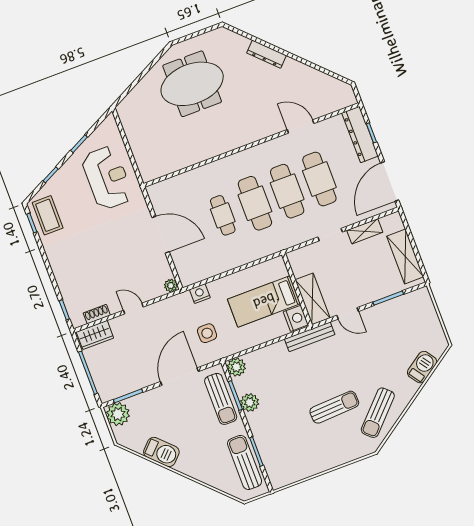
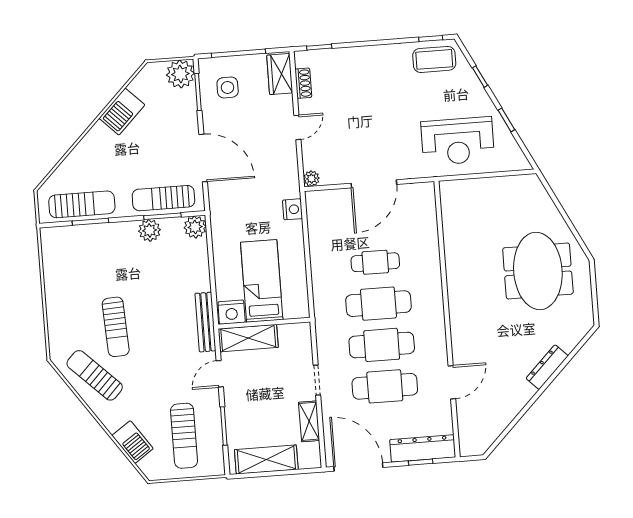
sun lounger: (405, 327) -> (184, 436), added
side table: (207, 333) -> (228, 87), moved

